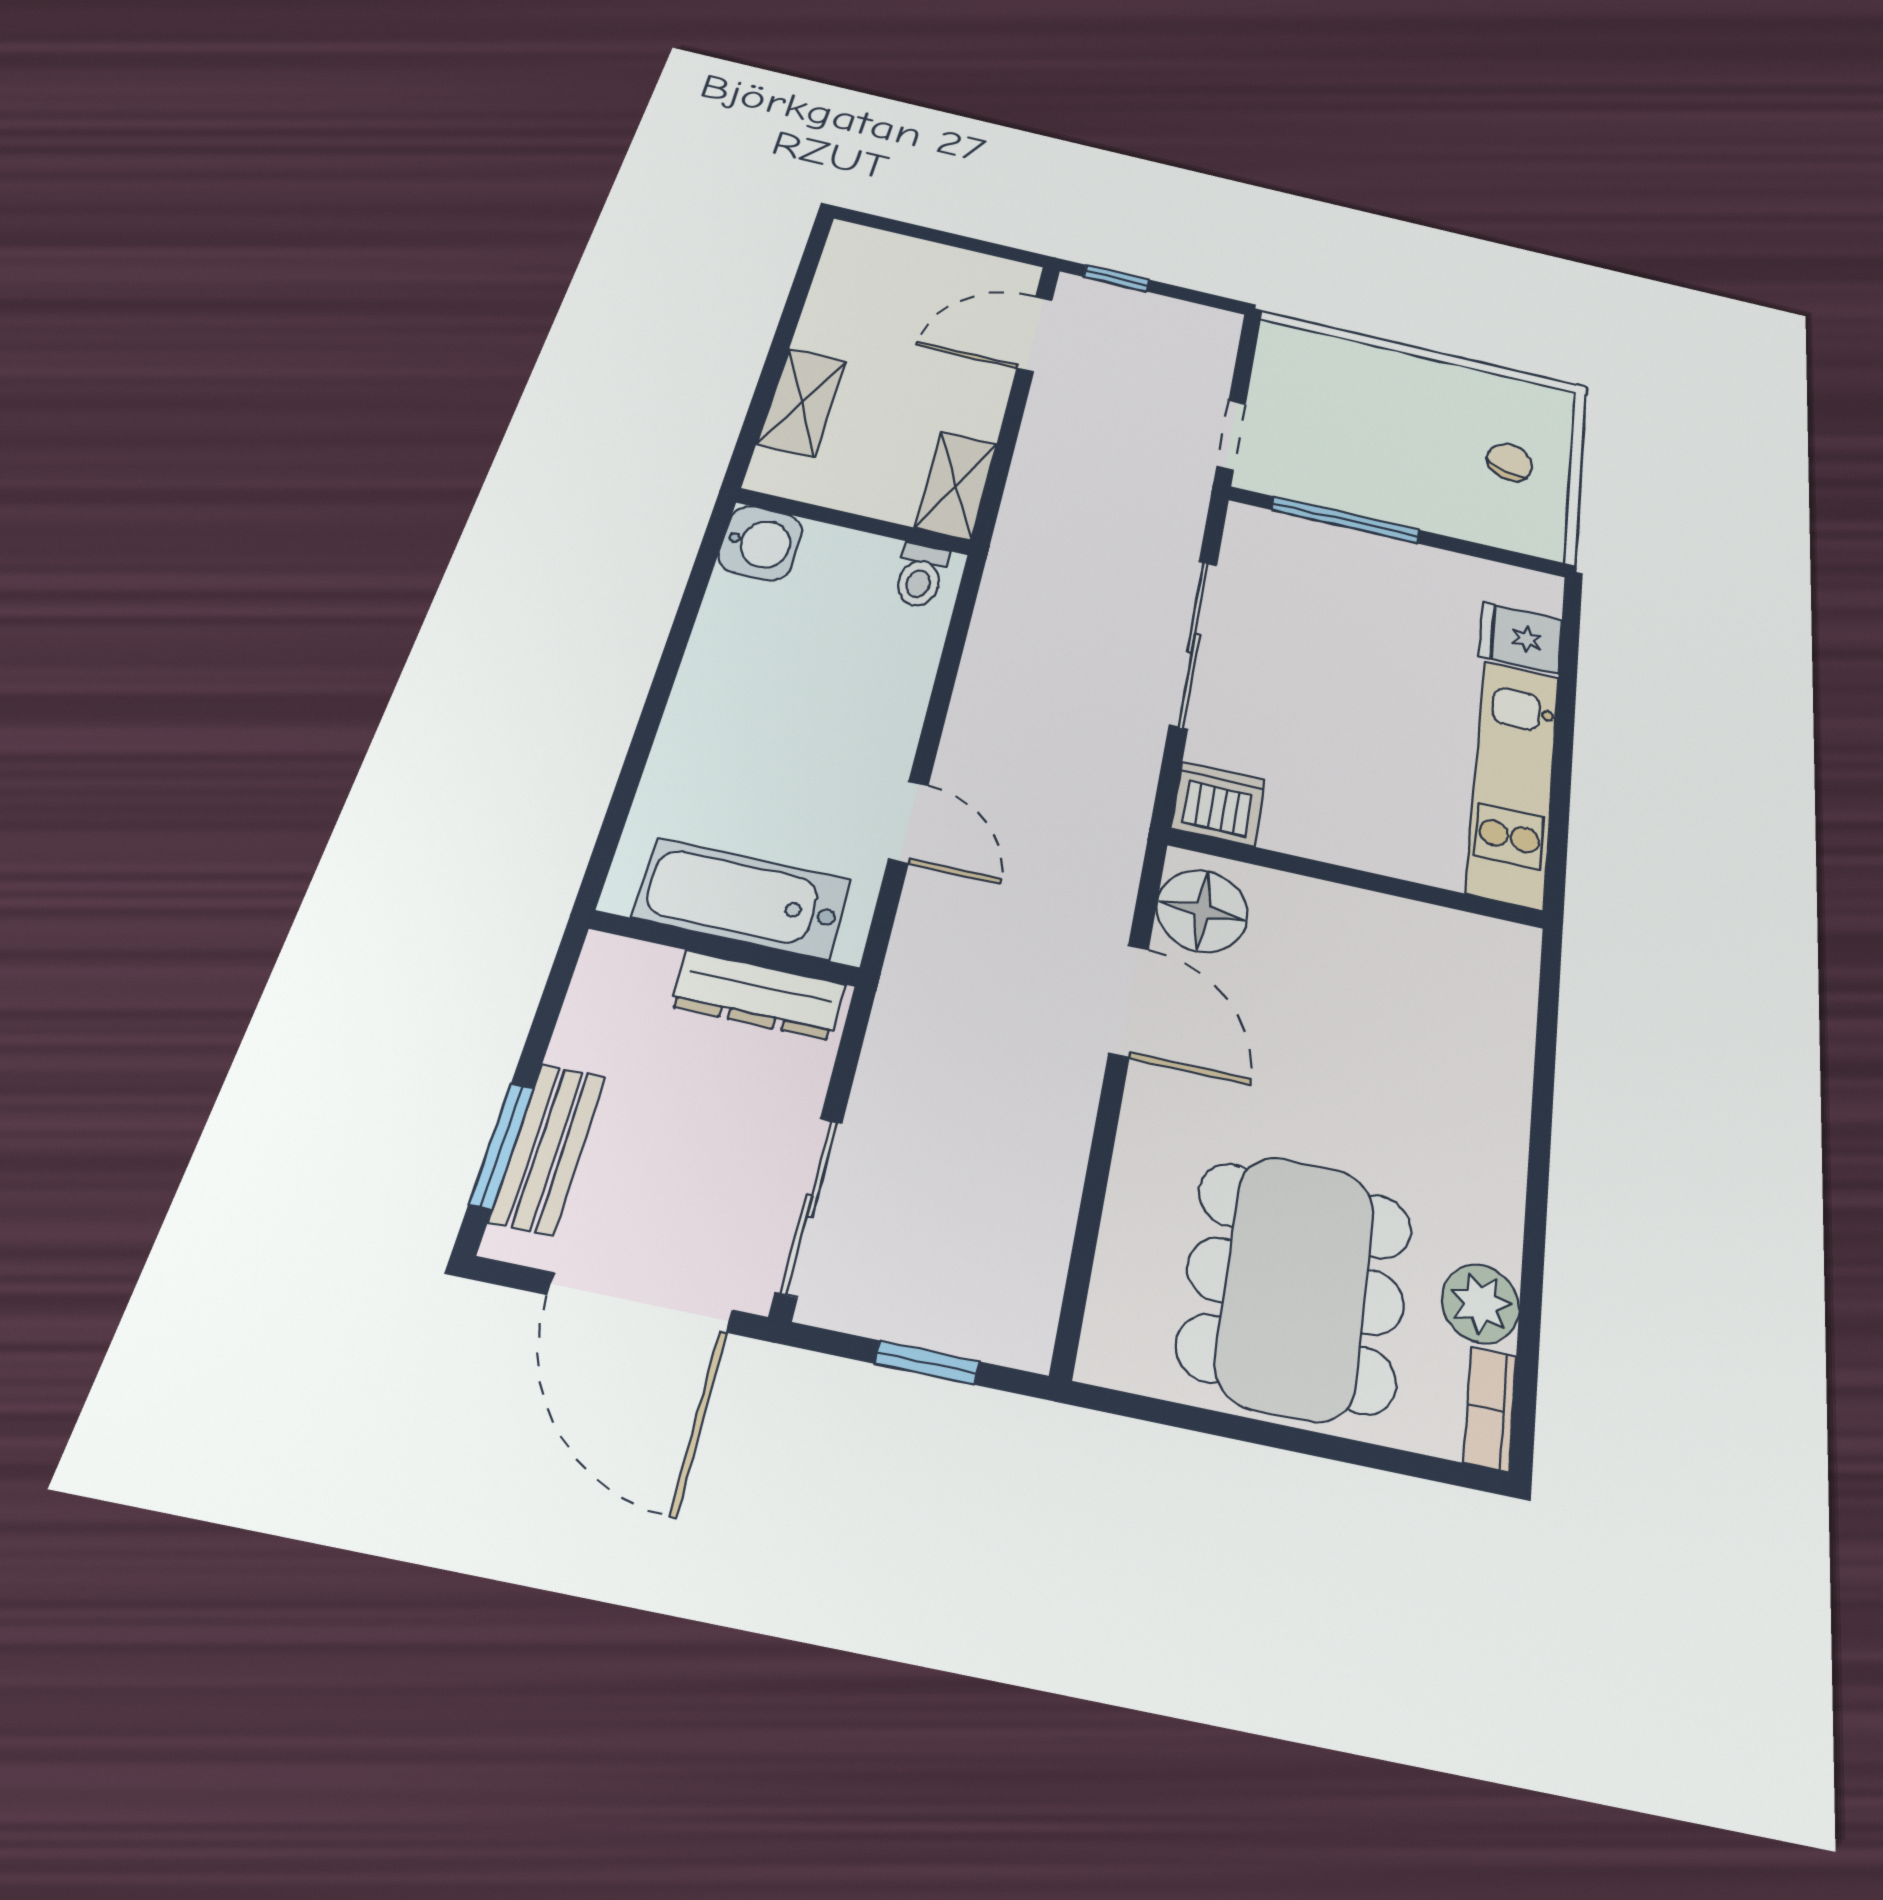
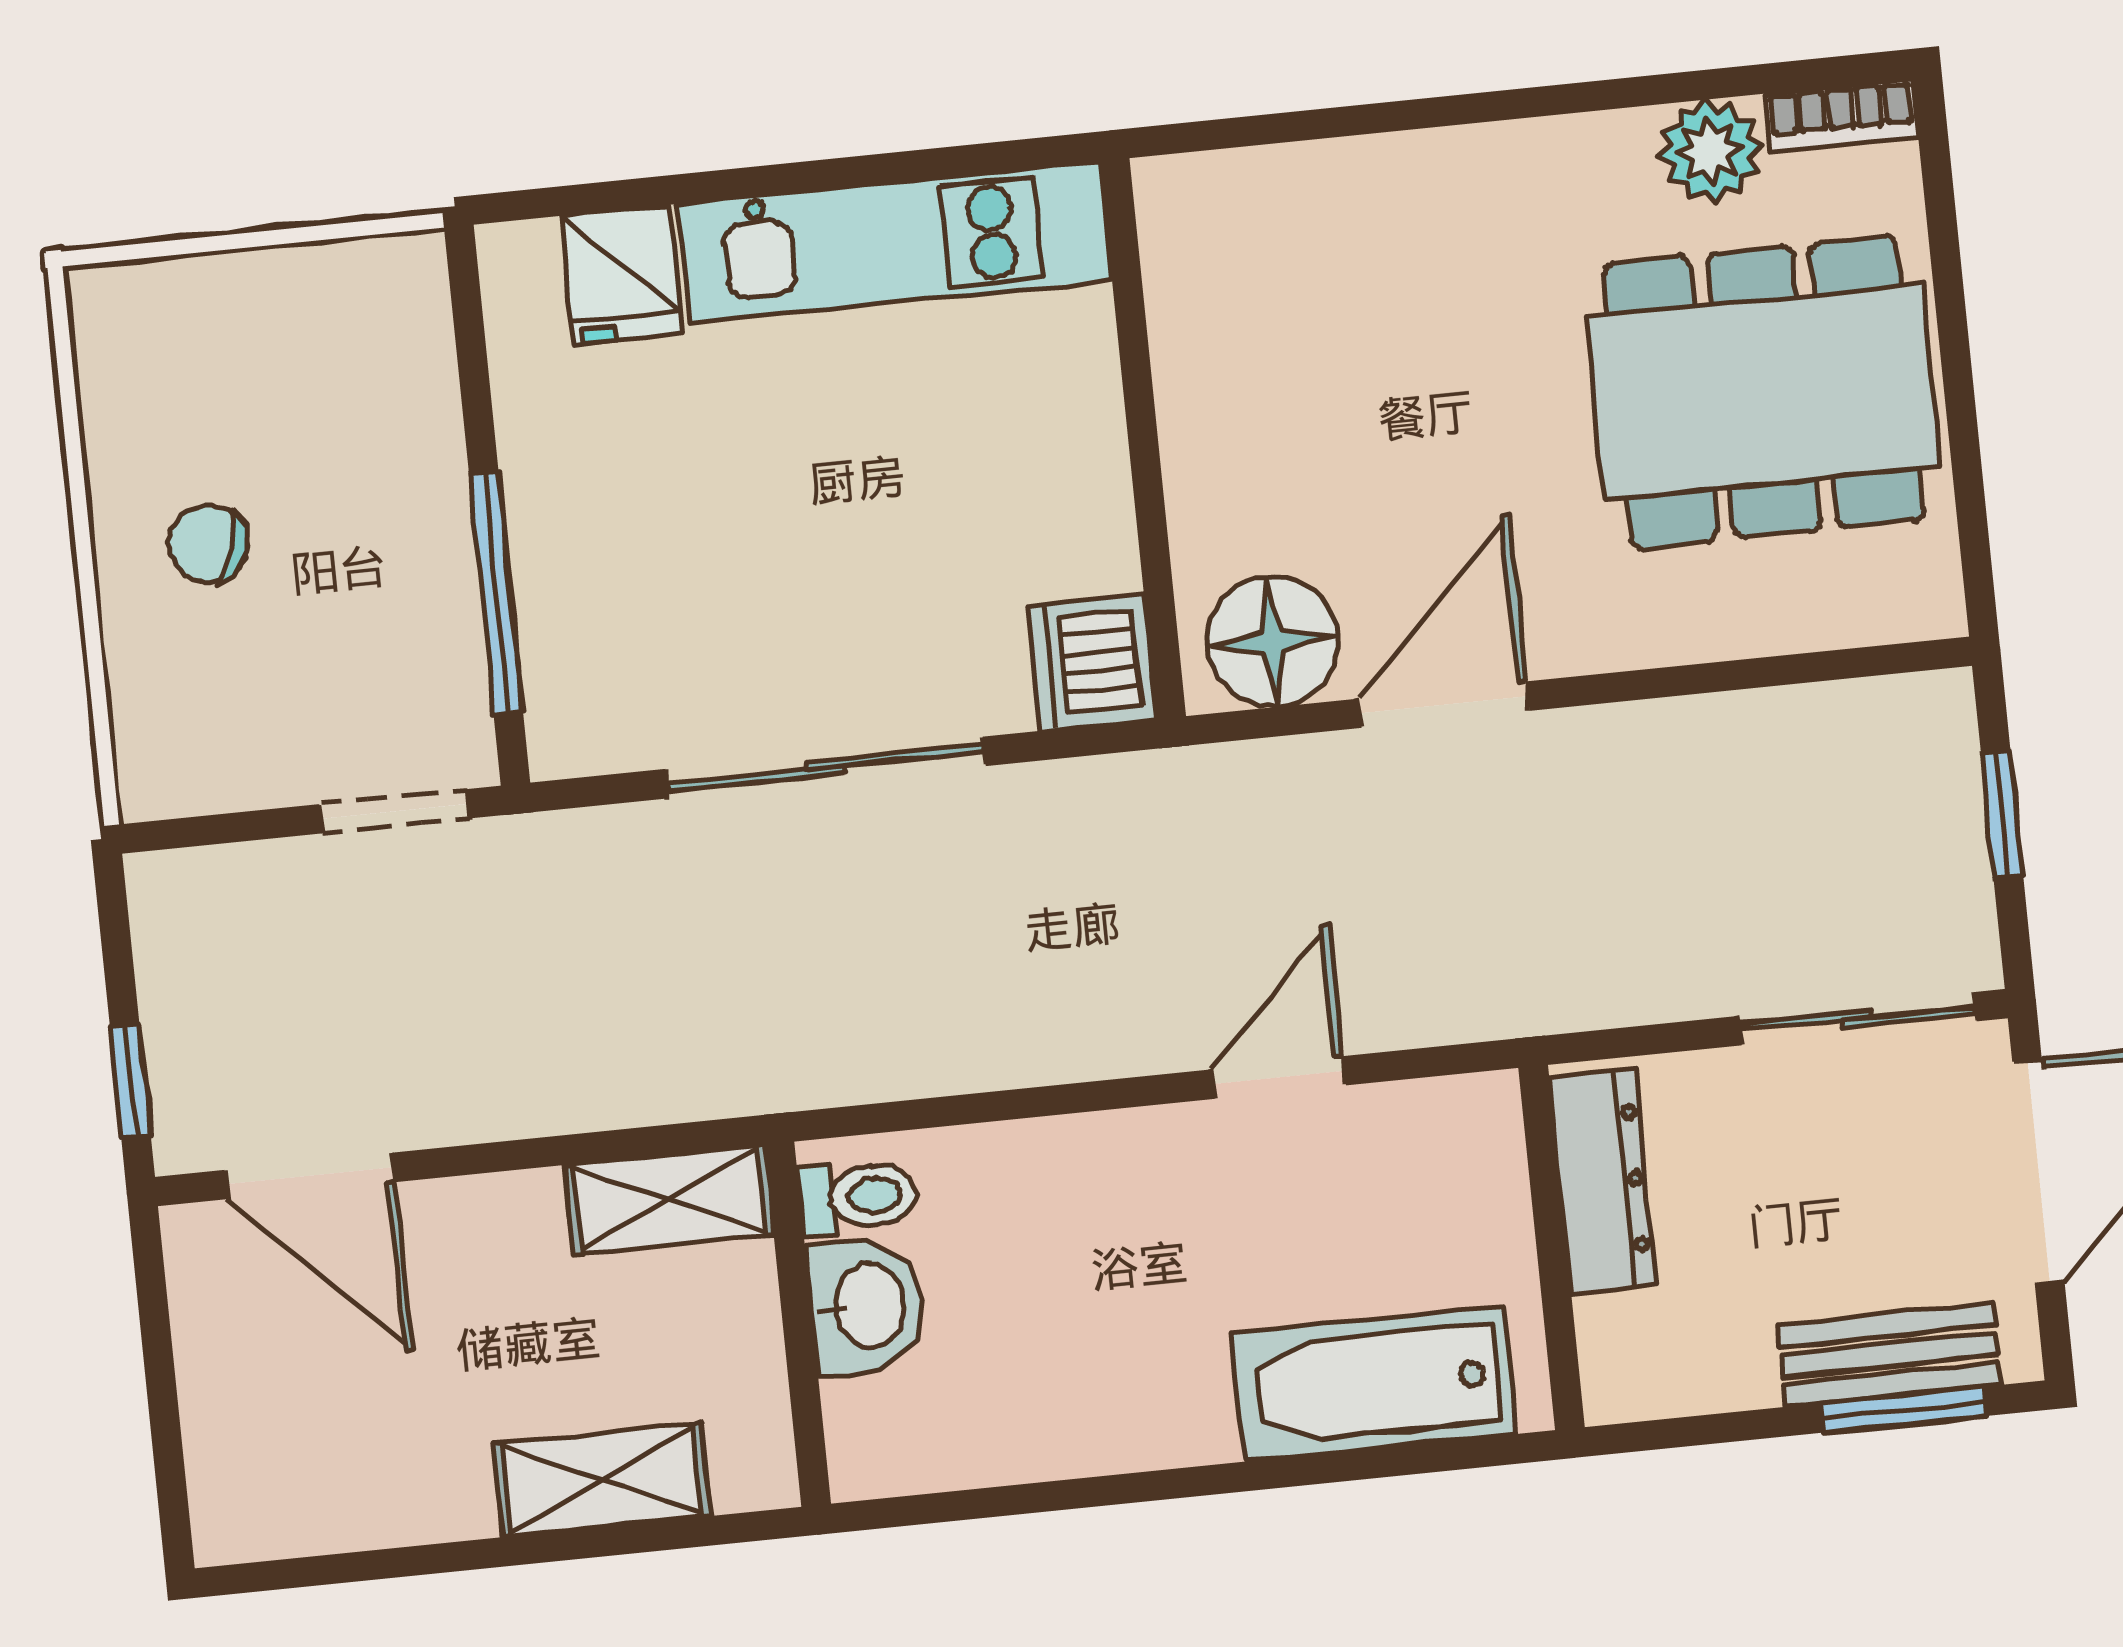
chair: (1510, 462) -> (208, 544), moved
washbasin: (761, 543) -> (867, 1306), moved, turned 90
bathtub: (742, 899) -> (1374, 1384), moved, turned 90

